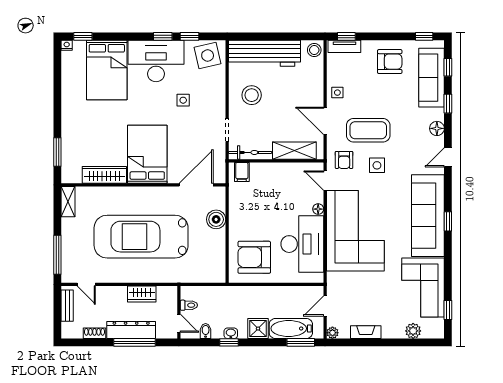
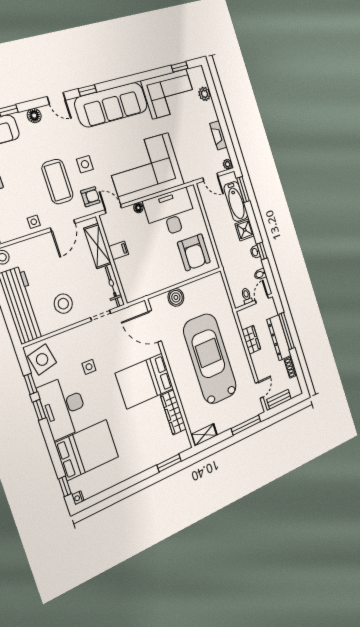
filing cabinet: (242, 172) -> (119, 250), moved
door: (325, 181) -> (113, 209), swing flipped
window: (448, 221) -> (87, 90), moved
car: (141, 237) -> (210, 359), turned 180

